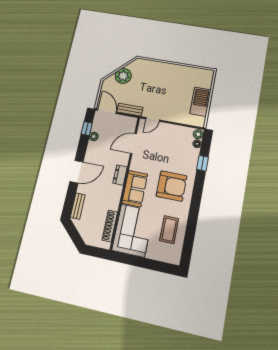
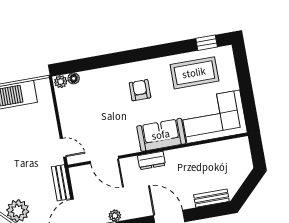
window: (203, 163) -> (207, 43), moved
armchair: (172, 186) -> (140, 90), width x0.53, depth x0.53
shoe rack: (110, 226) -> (219, 147), removed
coffee table: (169, 230) -> (194, 73), width x1.36, depth x1.32

